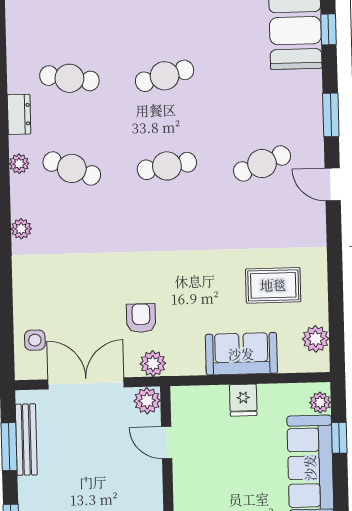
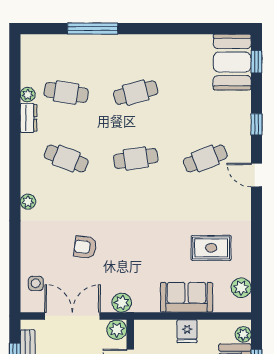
window: (331, 115) -> (257, 124), width x0.67
plant: (19, 164) -> (28, 95), moved
armchair: (141, 318) -> (85, 247), moved, turned -83

